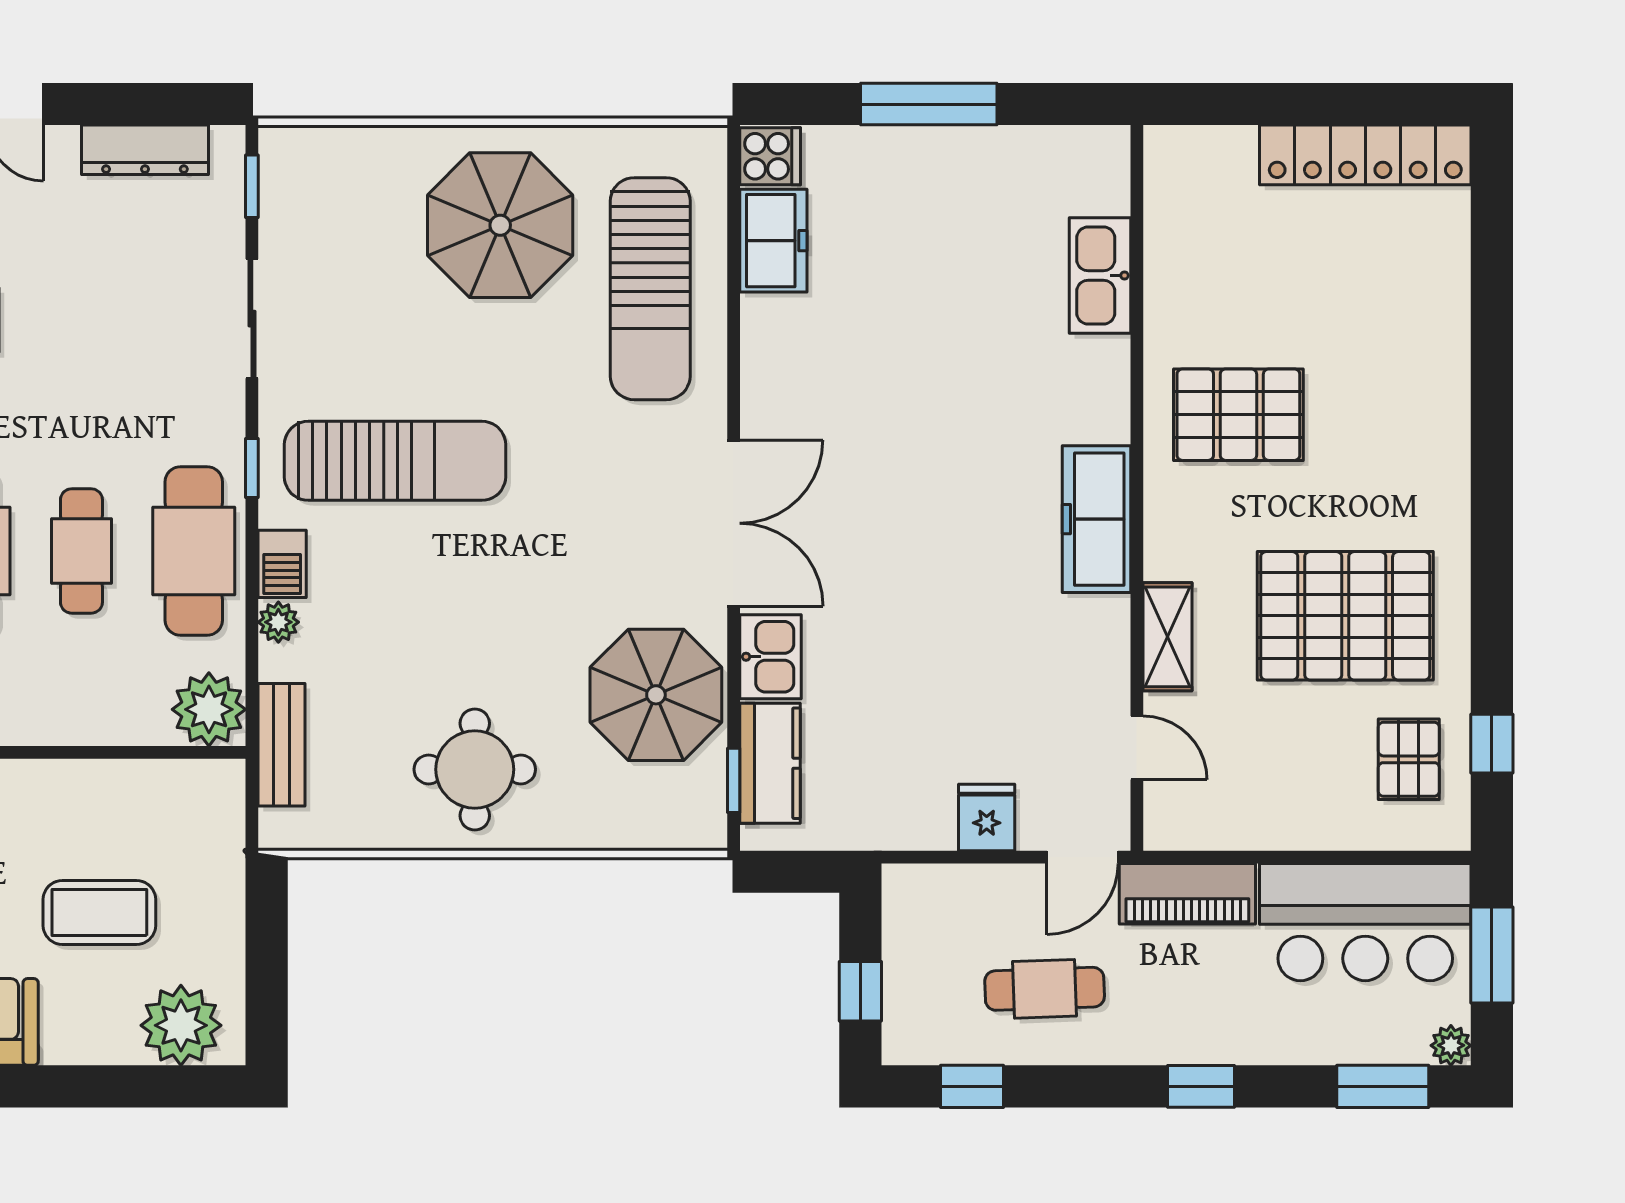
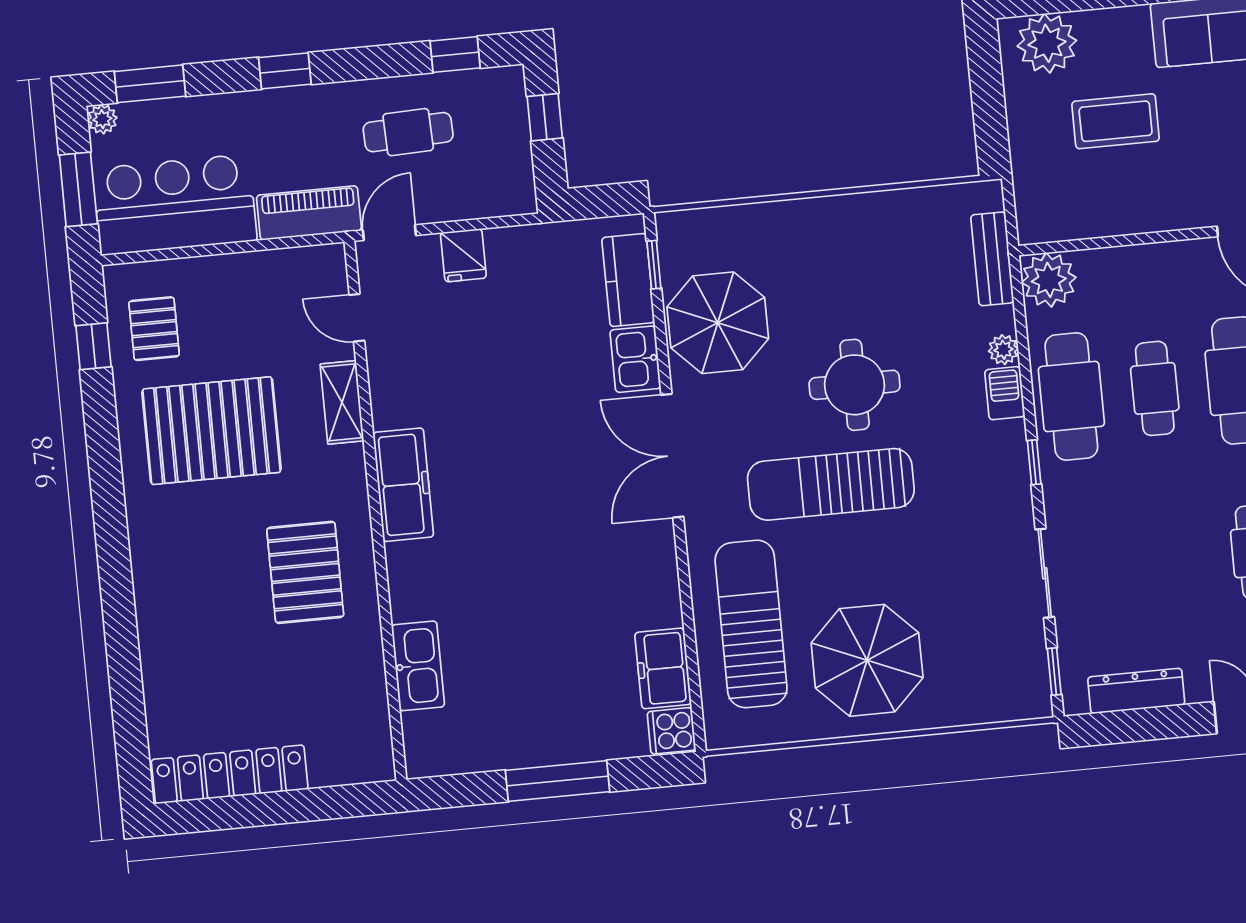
pallet: (1238, 415) -> (305, 572), turned 90
sun lounger: (395, 461) -> (831, 484), moved
round table: (475, 769) -> (855, 385), moved

